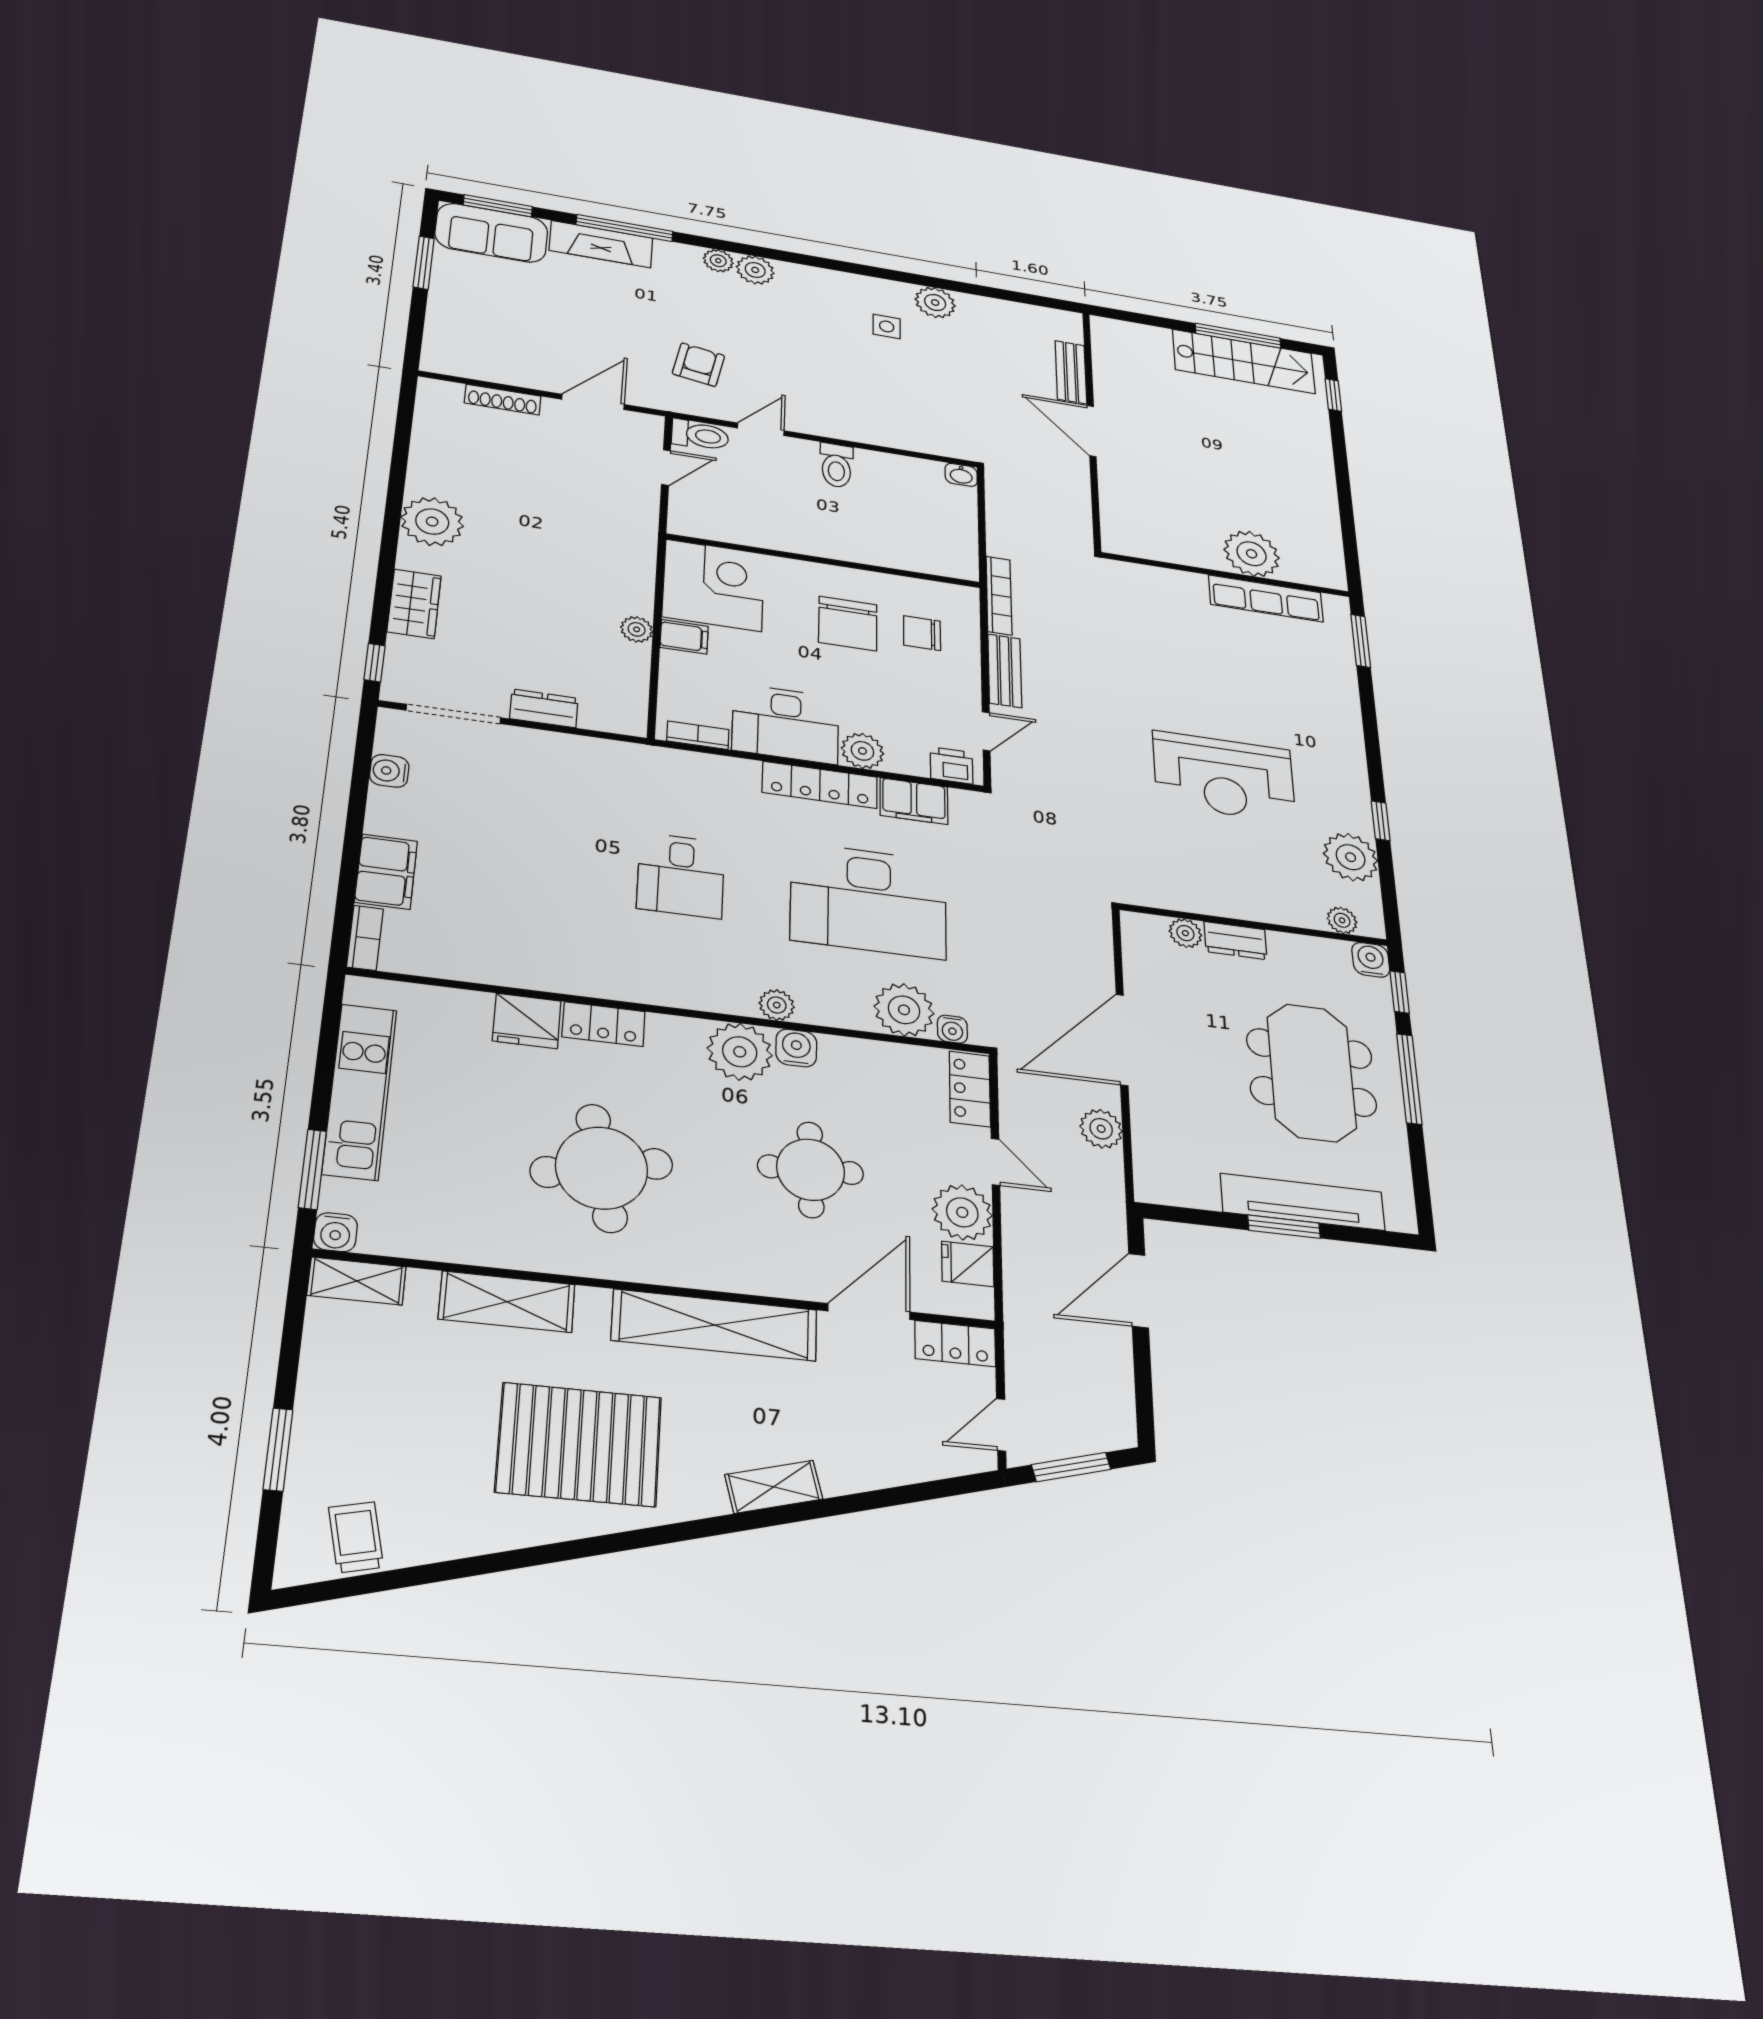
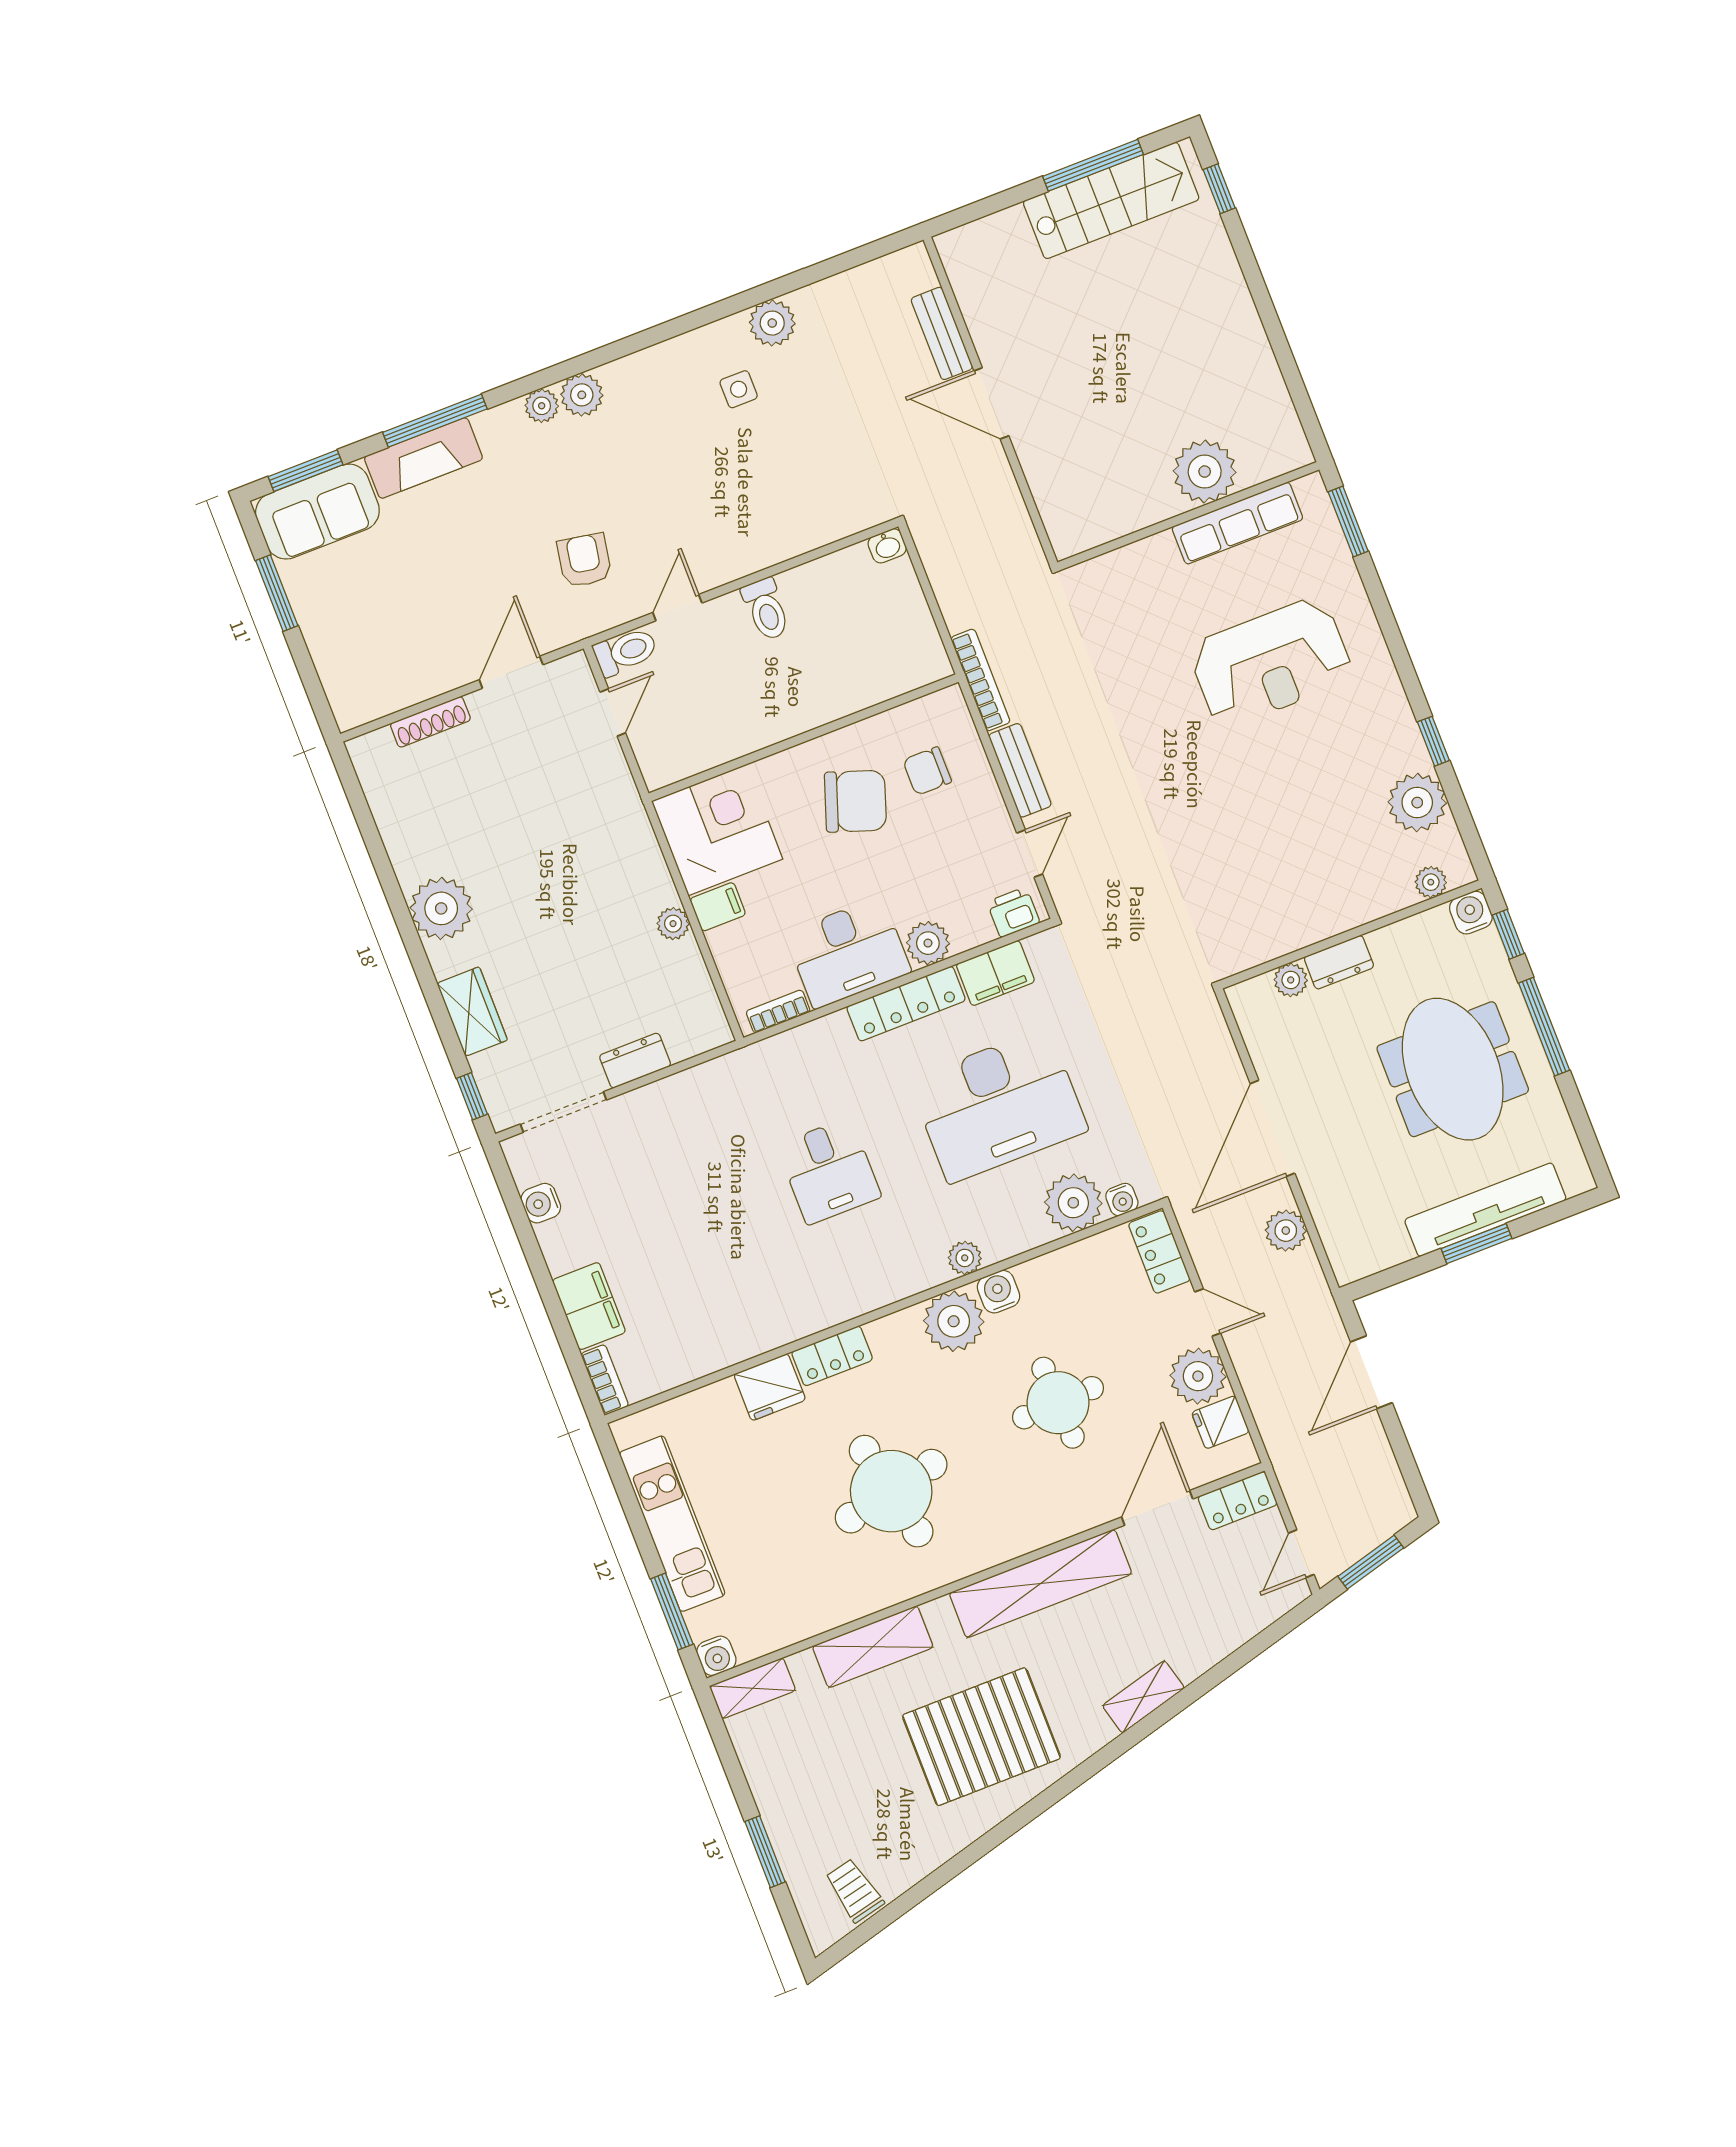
chair: (848, 623) -> (855, 801), turned -71
reception desk: (1224, 777) -> (1271, 662), moved

